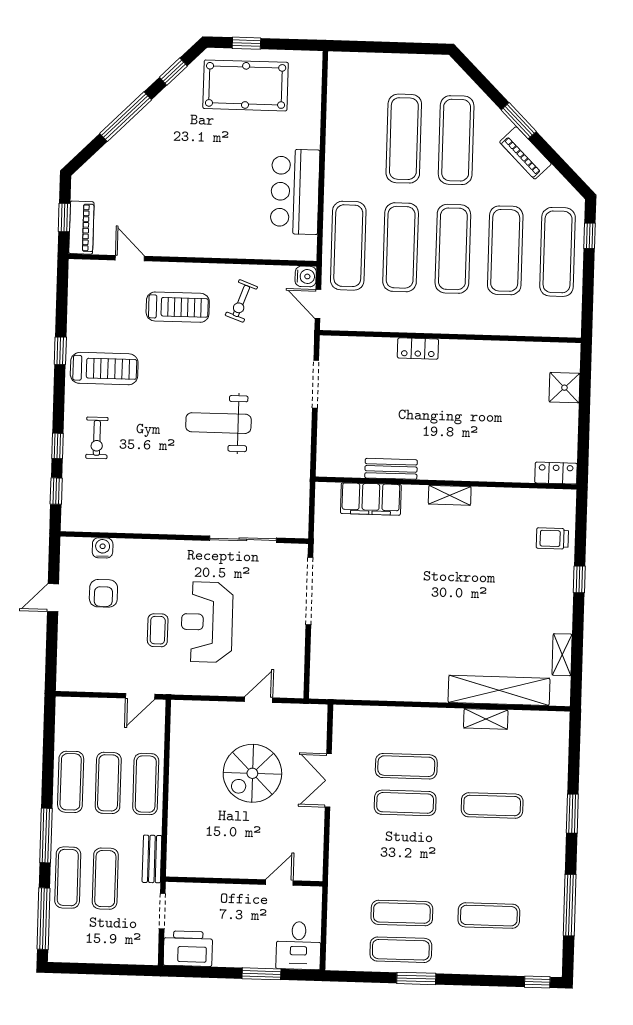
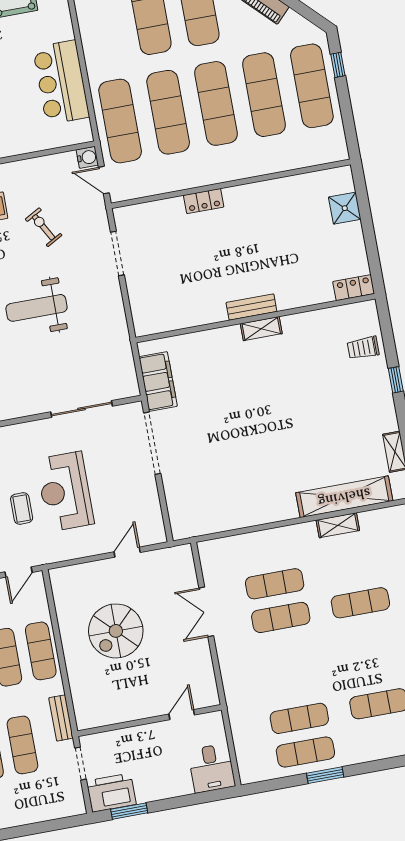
exercise bike: (241, 301) -> (44, 227), moved, turned 131
bench: (391, 469) -> (251, 307), moved
filing cabinet: (371, 499) -> (158, 381), moved, turned -90
spiral stairs: (252, 773) -> (116, 631), moved
window: (261, 974) -> (129, 811), moved

